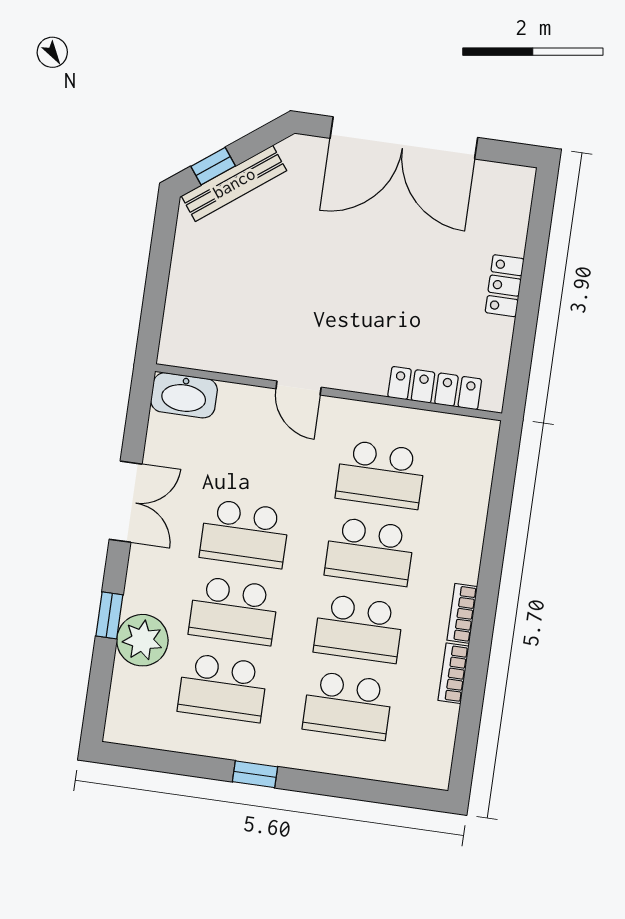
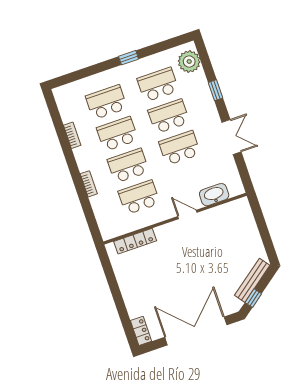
window: (213, 166) -> (253, 298), moved
locker: (505, 286) -> (141, 331), moved
washbasin: (184, 395) -> (214, 195), moved
double door: (126, 502) -> (232, 137), swing flipped
bookcase: (462, 613) -> (89, 184), moved
plant: (142, 640) -> (189, 62), moved

